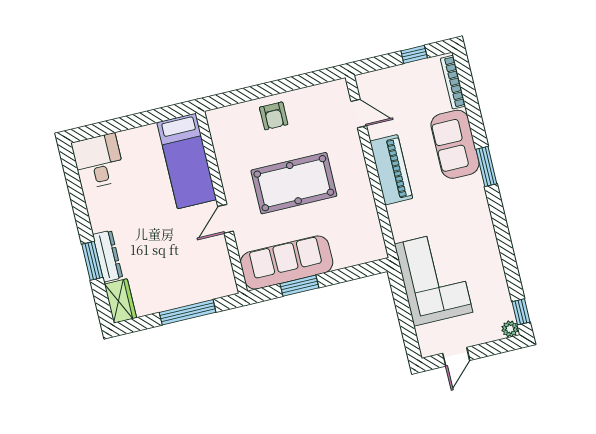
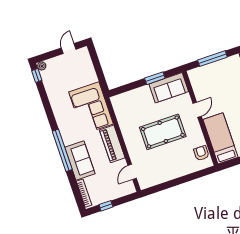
door: (359, 114) -> (132, 172), hinge flipped
armchair: (274, 116) -> (201, 153), moved
window: (486, 166) -> (62, 150), width x2.11
sofa: (287, 262) -> (169, 88), width x0.73
corner sofa: (433, 278) -> (91, 108), moved

